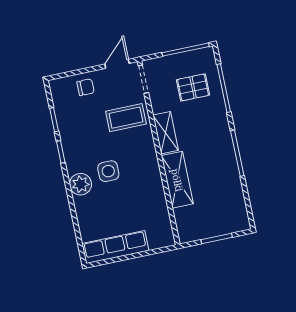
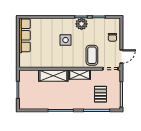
door: (117, 64) -> (121, 57), hinge flipped
plant: (81, 184) -> (82, 24), moved

